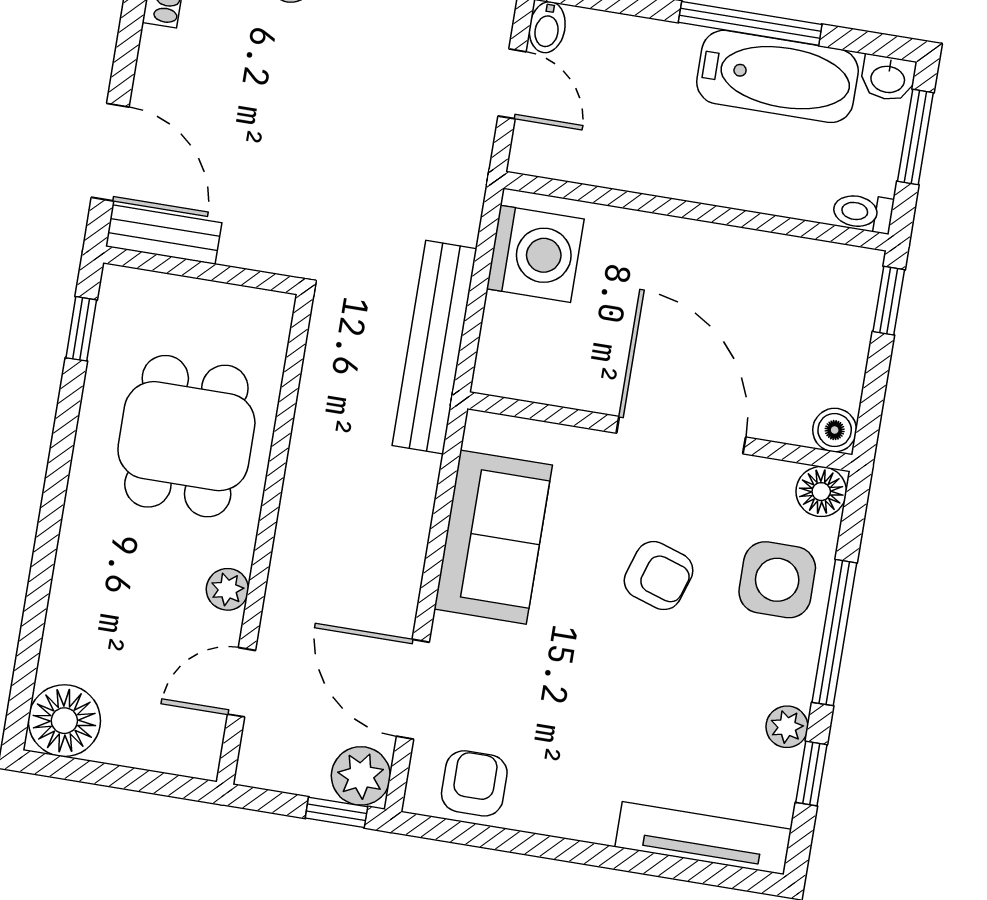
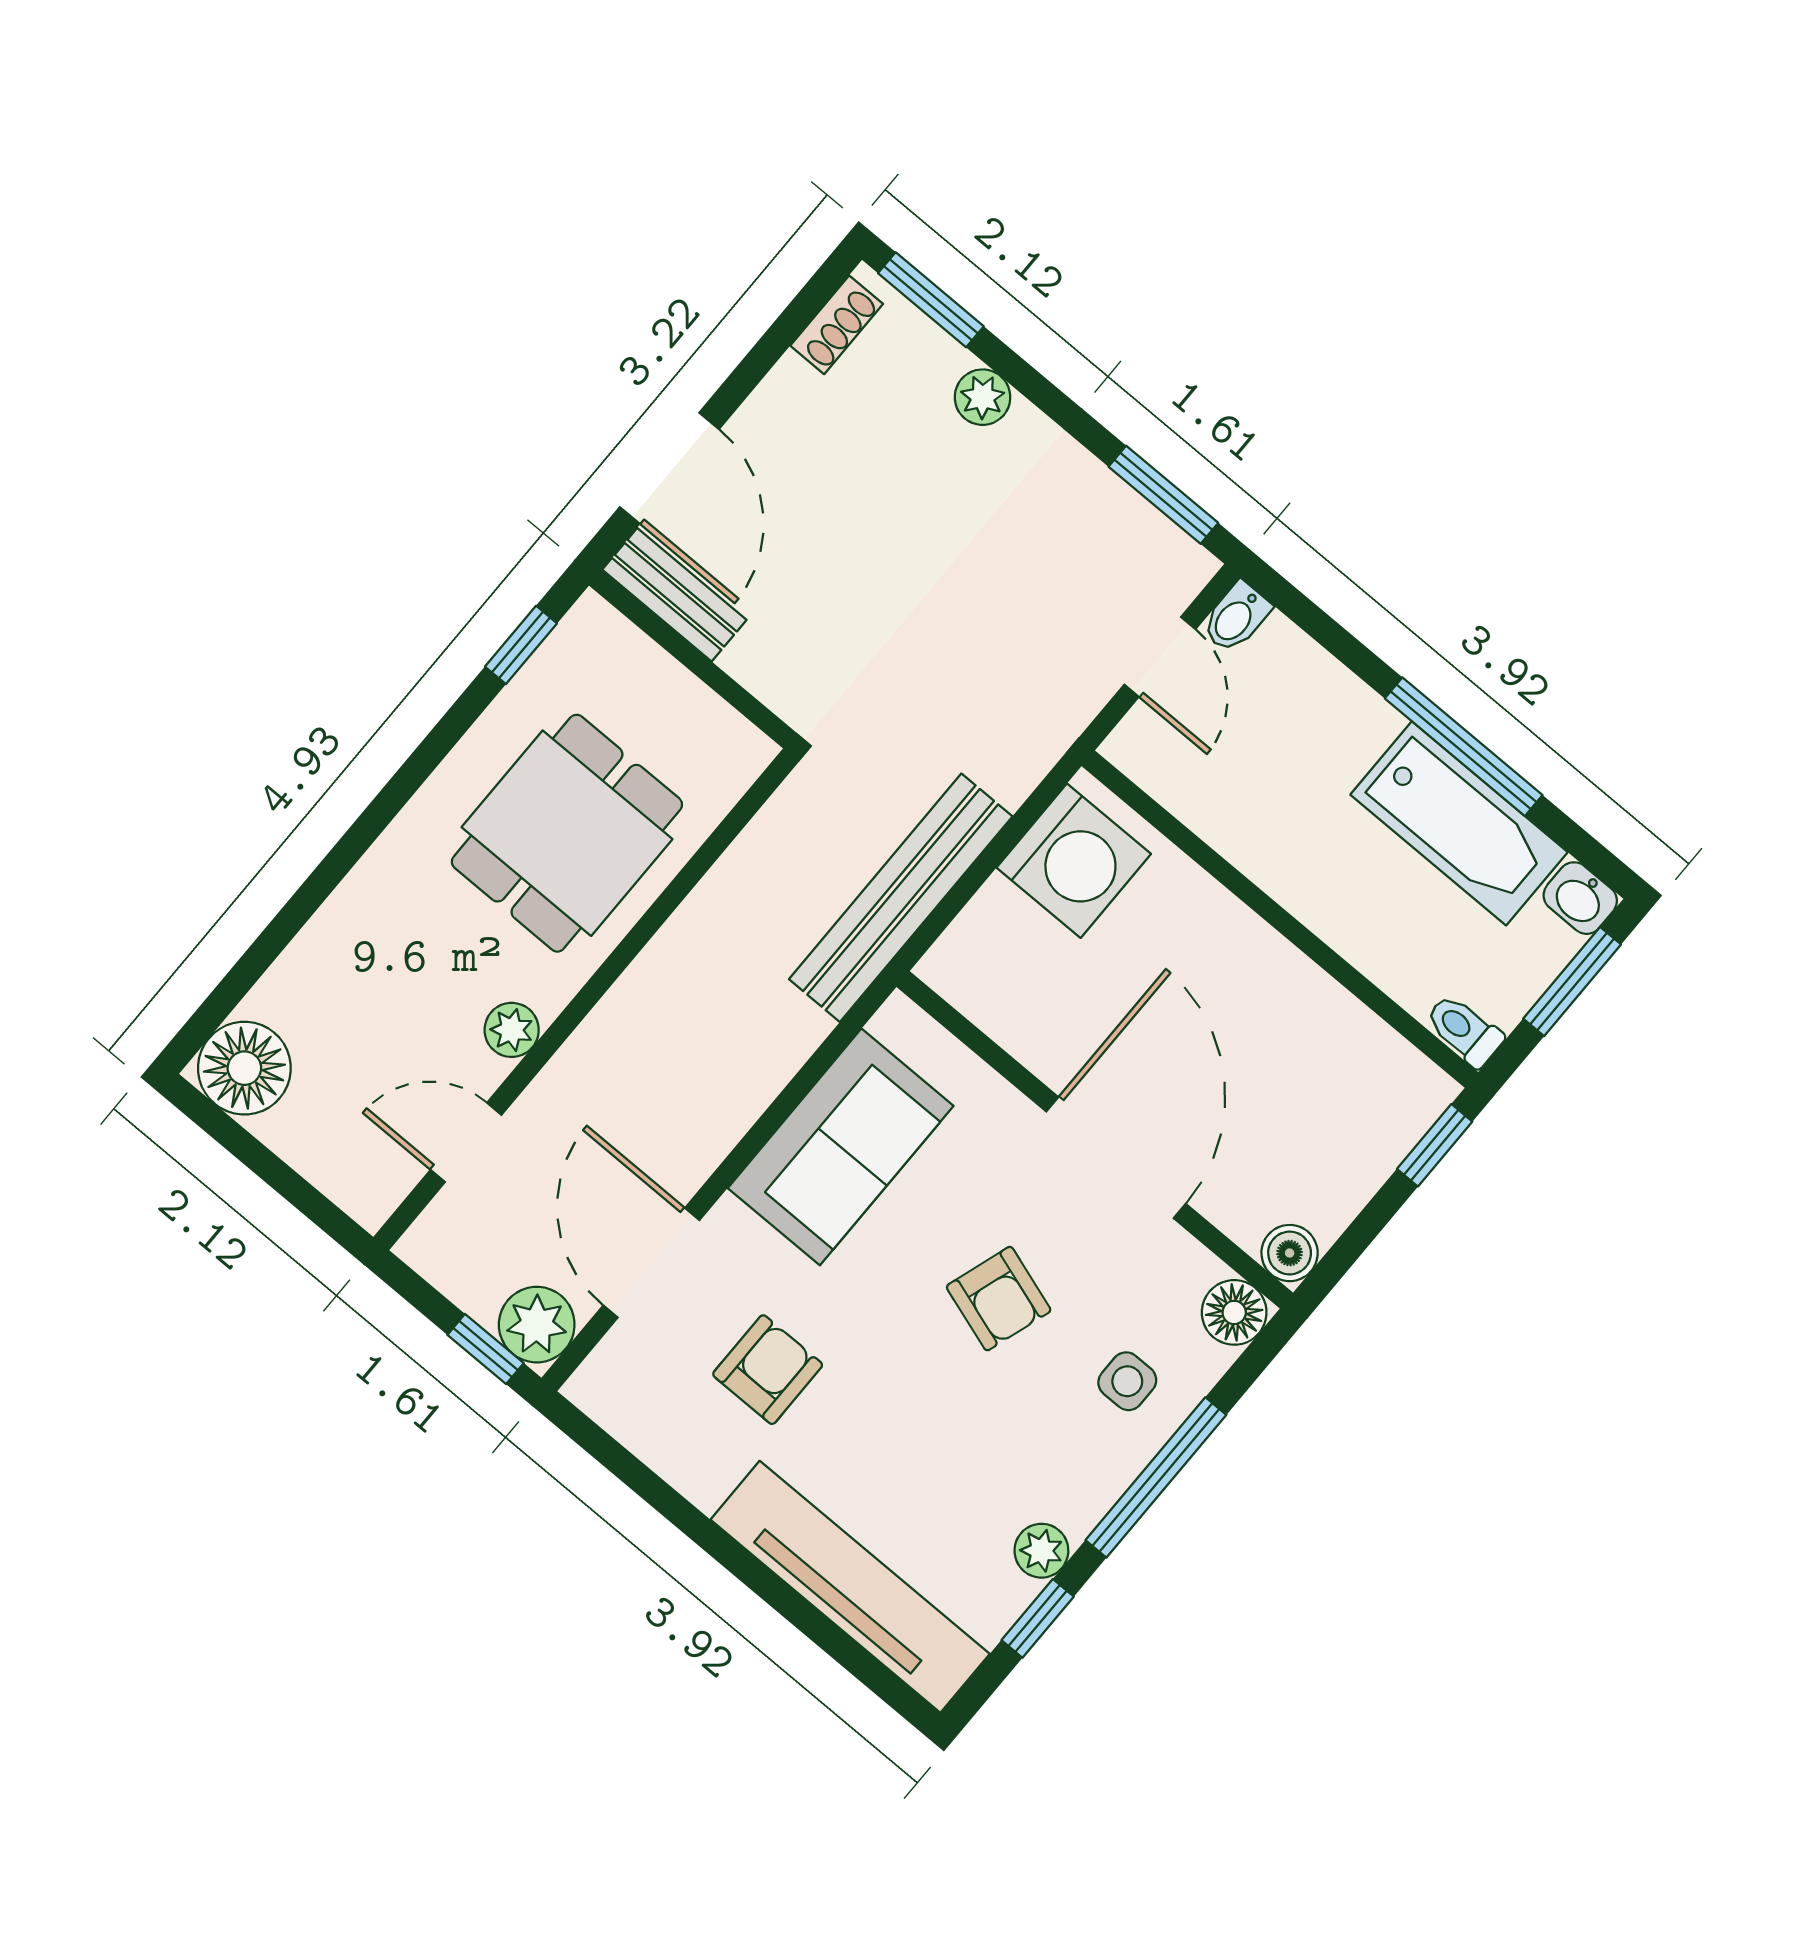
side table: (777, 580) -> (1127, 1381), width x0.54, depth x0.54
armchair: (474, 783) -> (768, 1370), moved
tv unit: (703, 838) -> (850, 1587), width x1.36, depth x1.29

